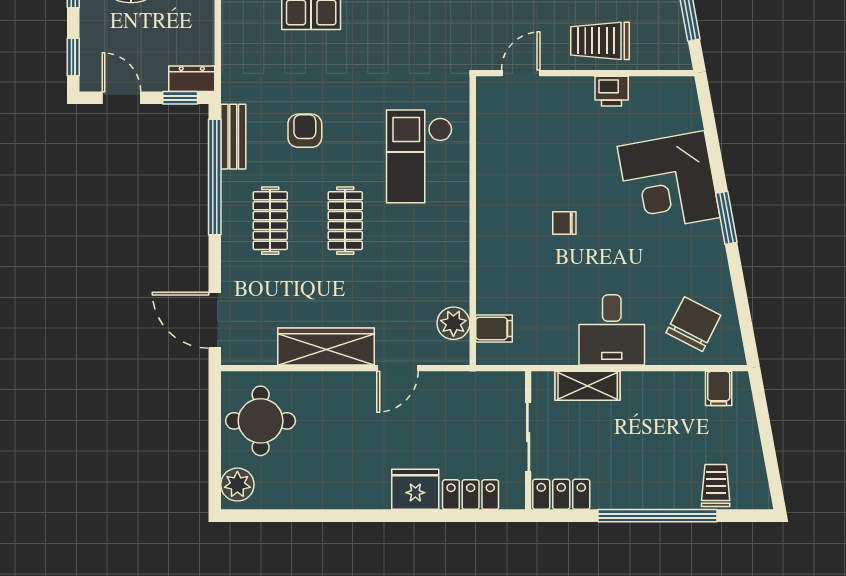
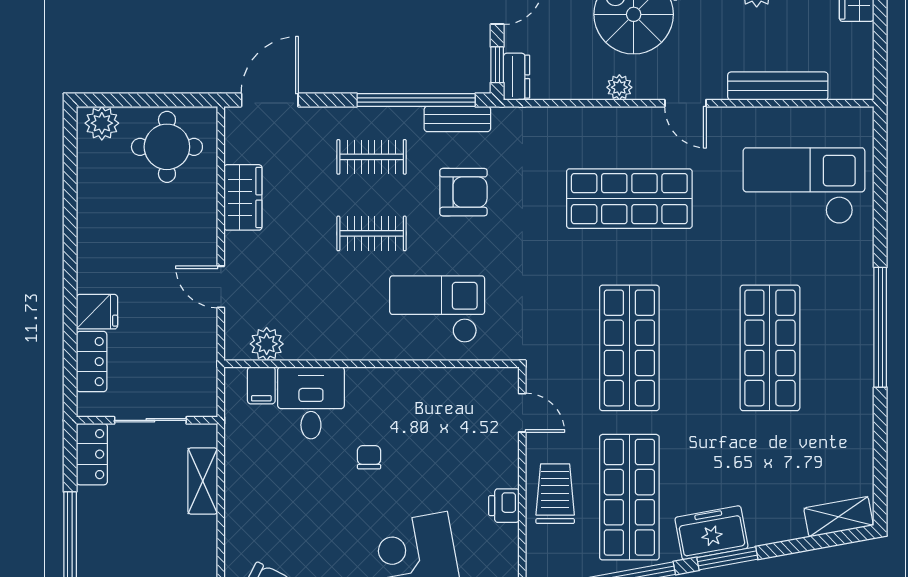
armchair: (305, 131) -> (463, 192), width x1.38, depth x1.38
desk: (612, 330) -> (311, 403), moved, turned 90
wardrobe: (326, 346) -> (243, 197), width x0.67
fridge: (415, 489) -> (97, 312), width x0.72

